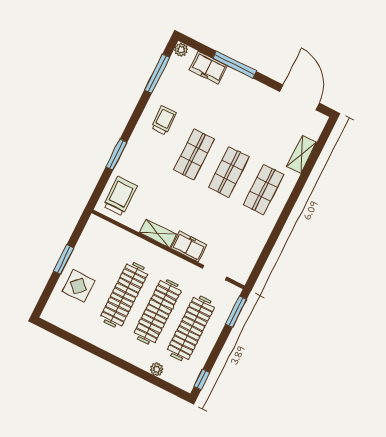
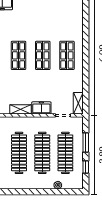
shelving: (302, 154) -> (78, 103), moved
window: (236, 312) -> (86, 143), moved
window: (202, 380) -> (86, 167), moved

